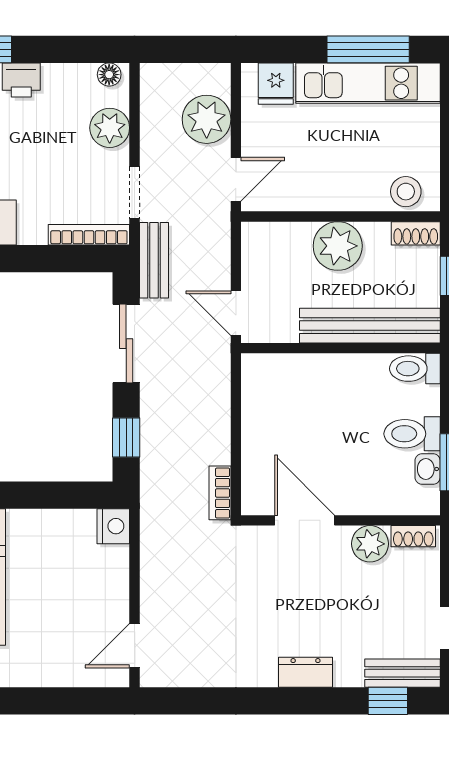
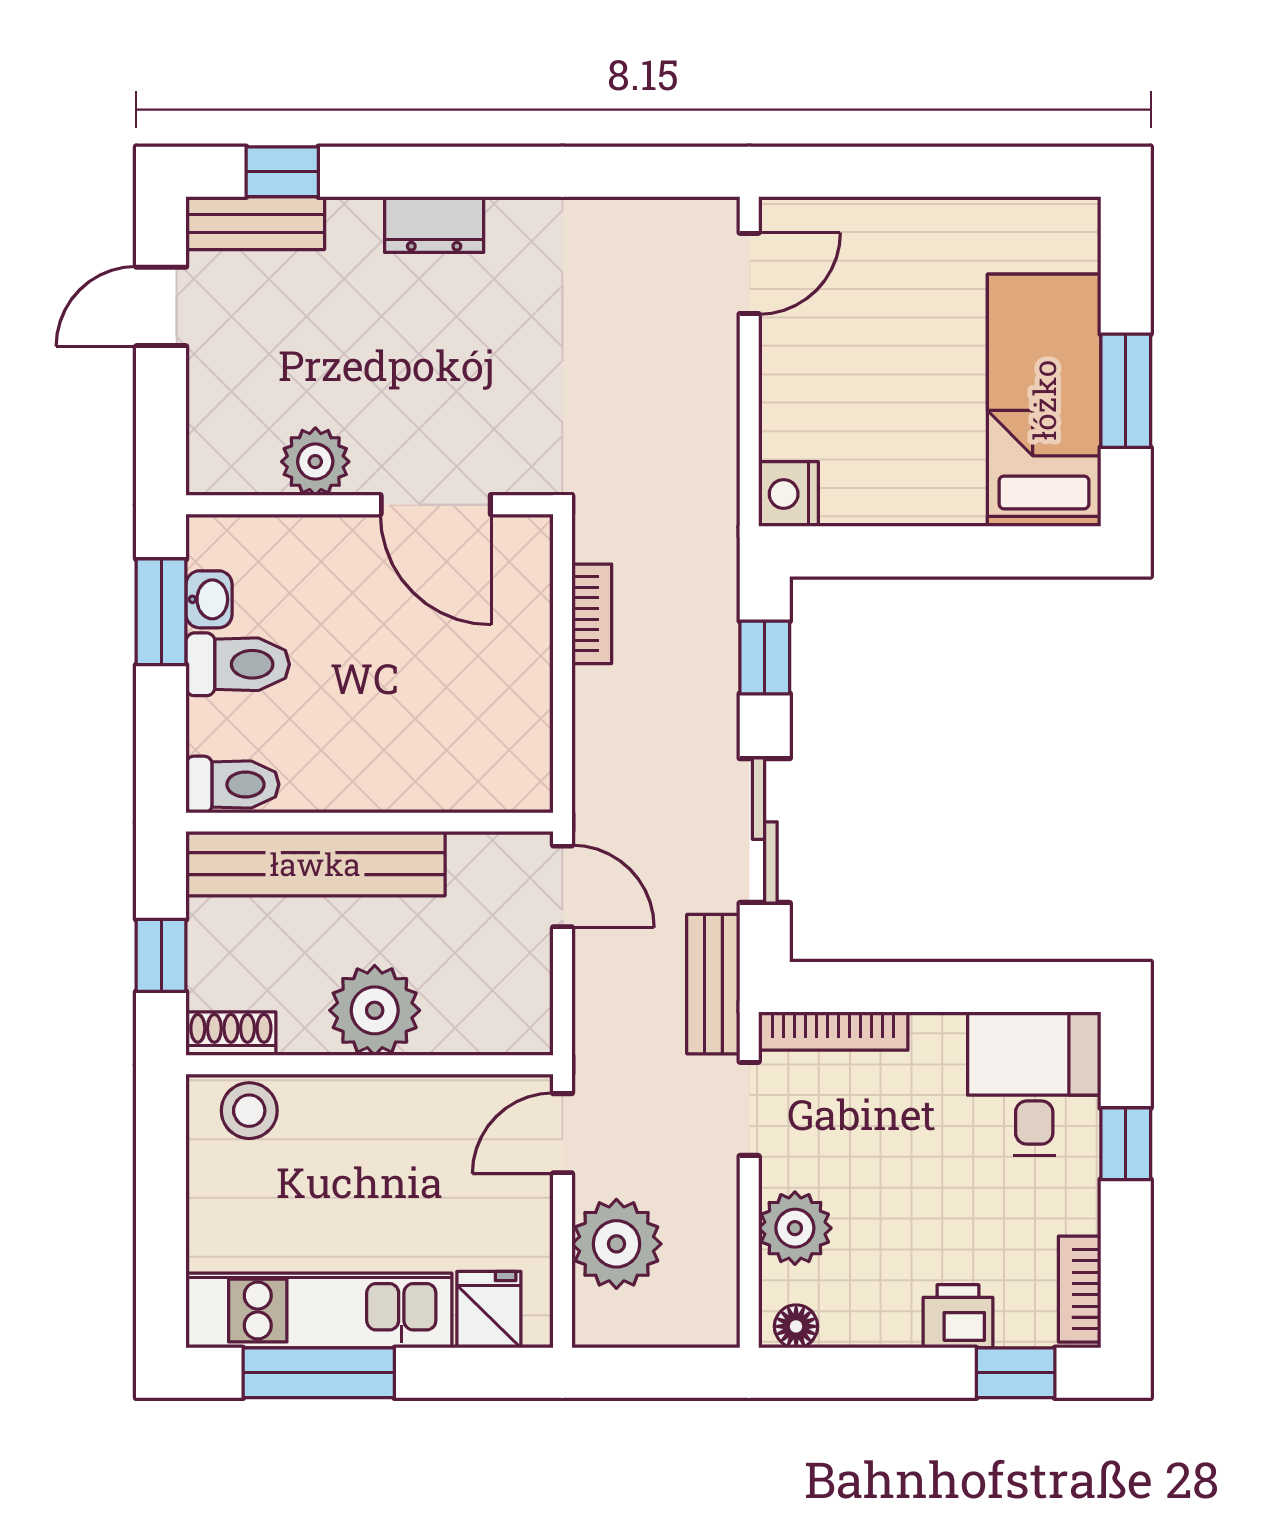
bookcase: (220, 493) -> (592, 614), moved
shoe rack: (413, 536) -> (236, 475), removed

